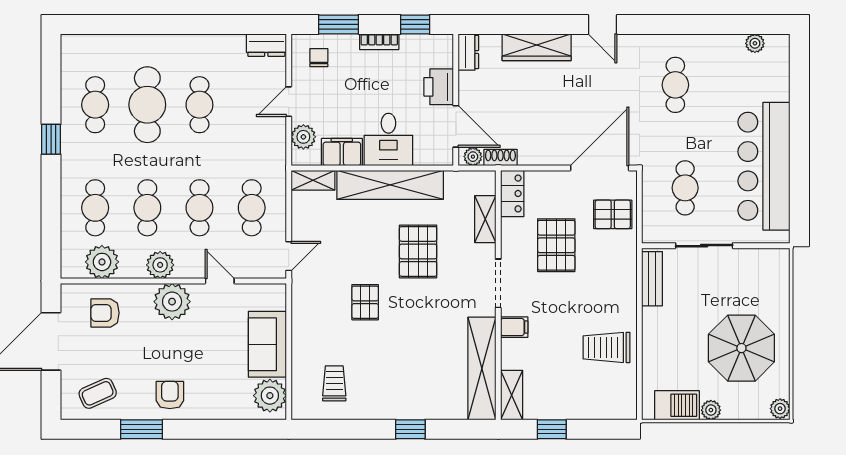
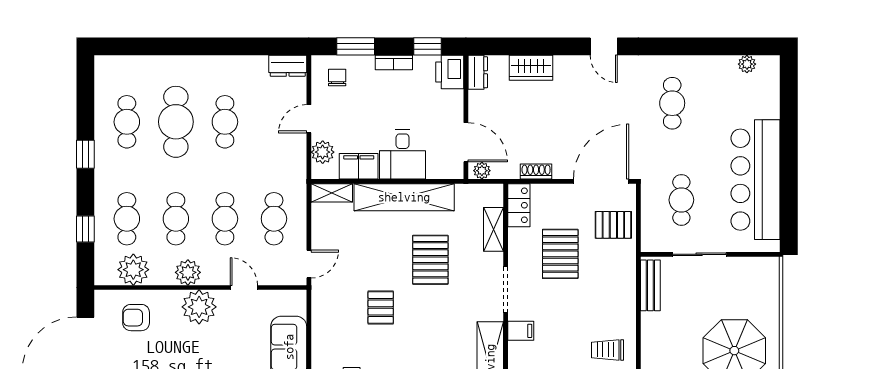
wardrobe: (537, 47) -> (531, 68), width x0.67
printer: (439, 87) -> (450, 72), moved
shoe rack: (500, 158) -> (536, 171), moved
window: (51, 219) -> (85, 229), added
trolley: (606, 347) -> (607, 350), width x0.73, depth x0.72

